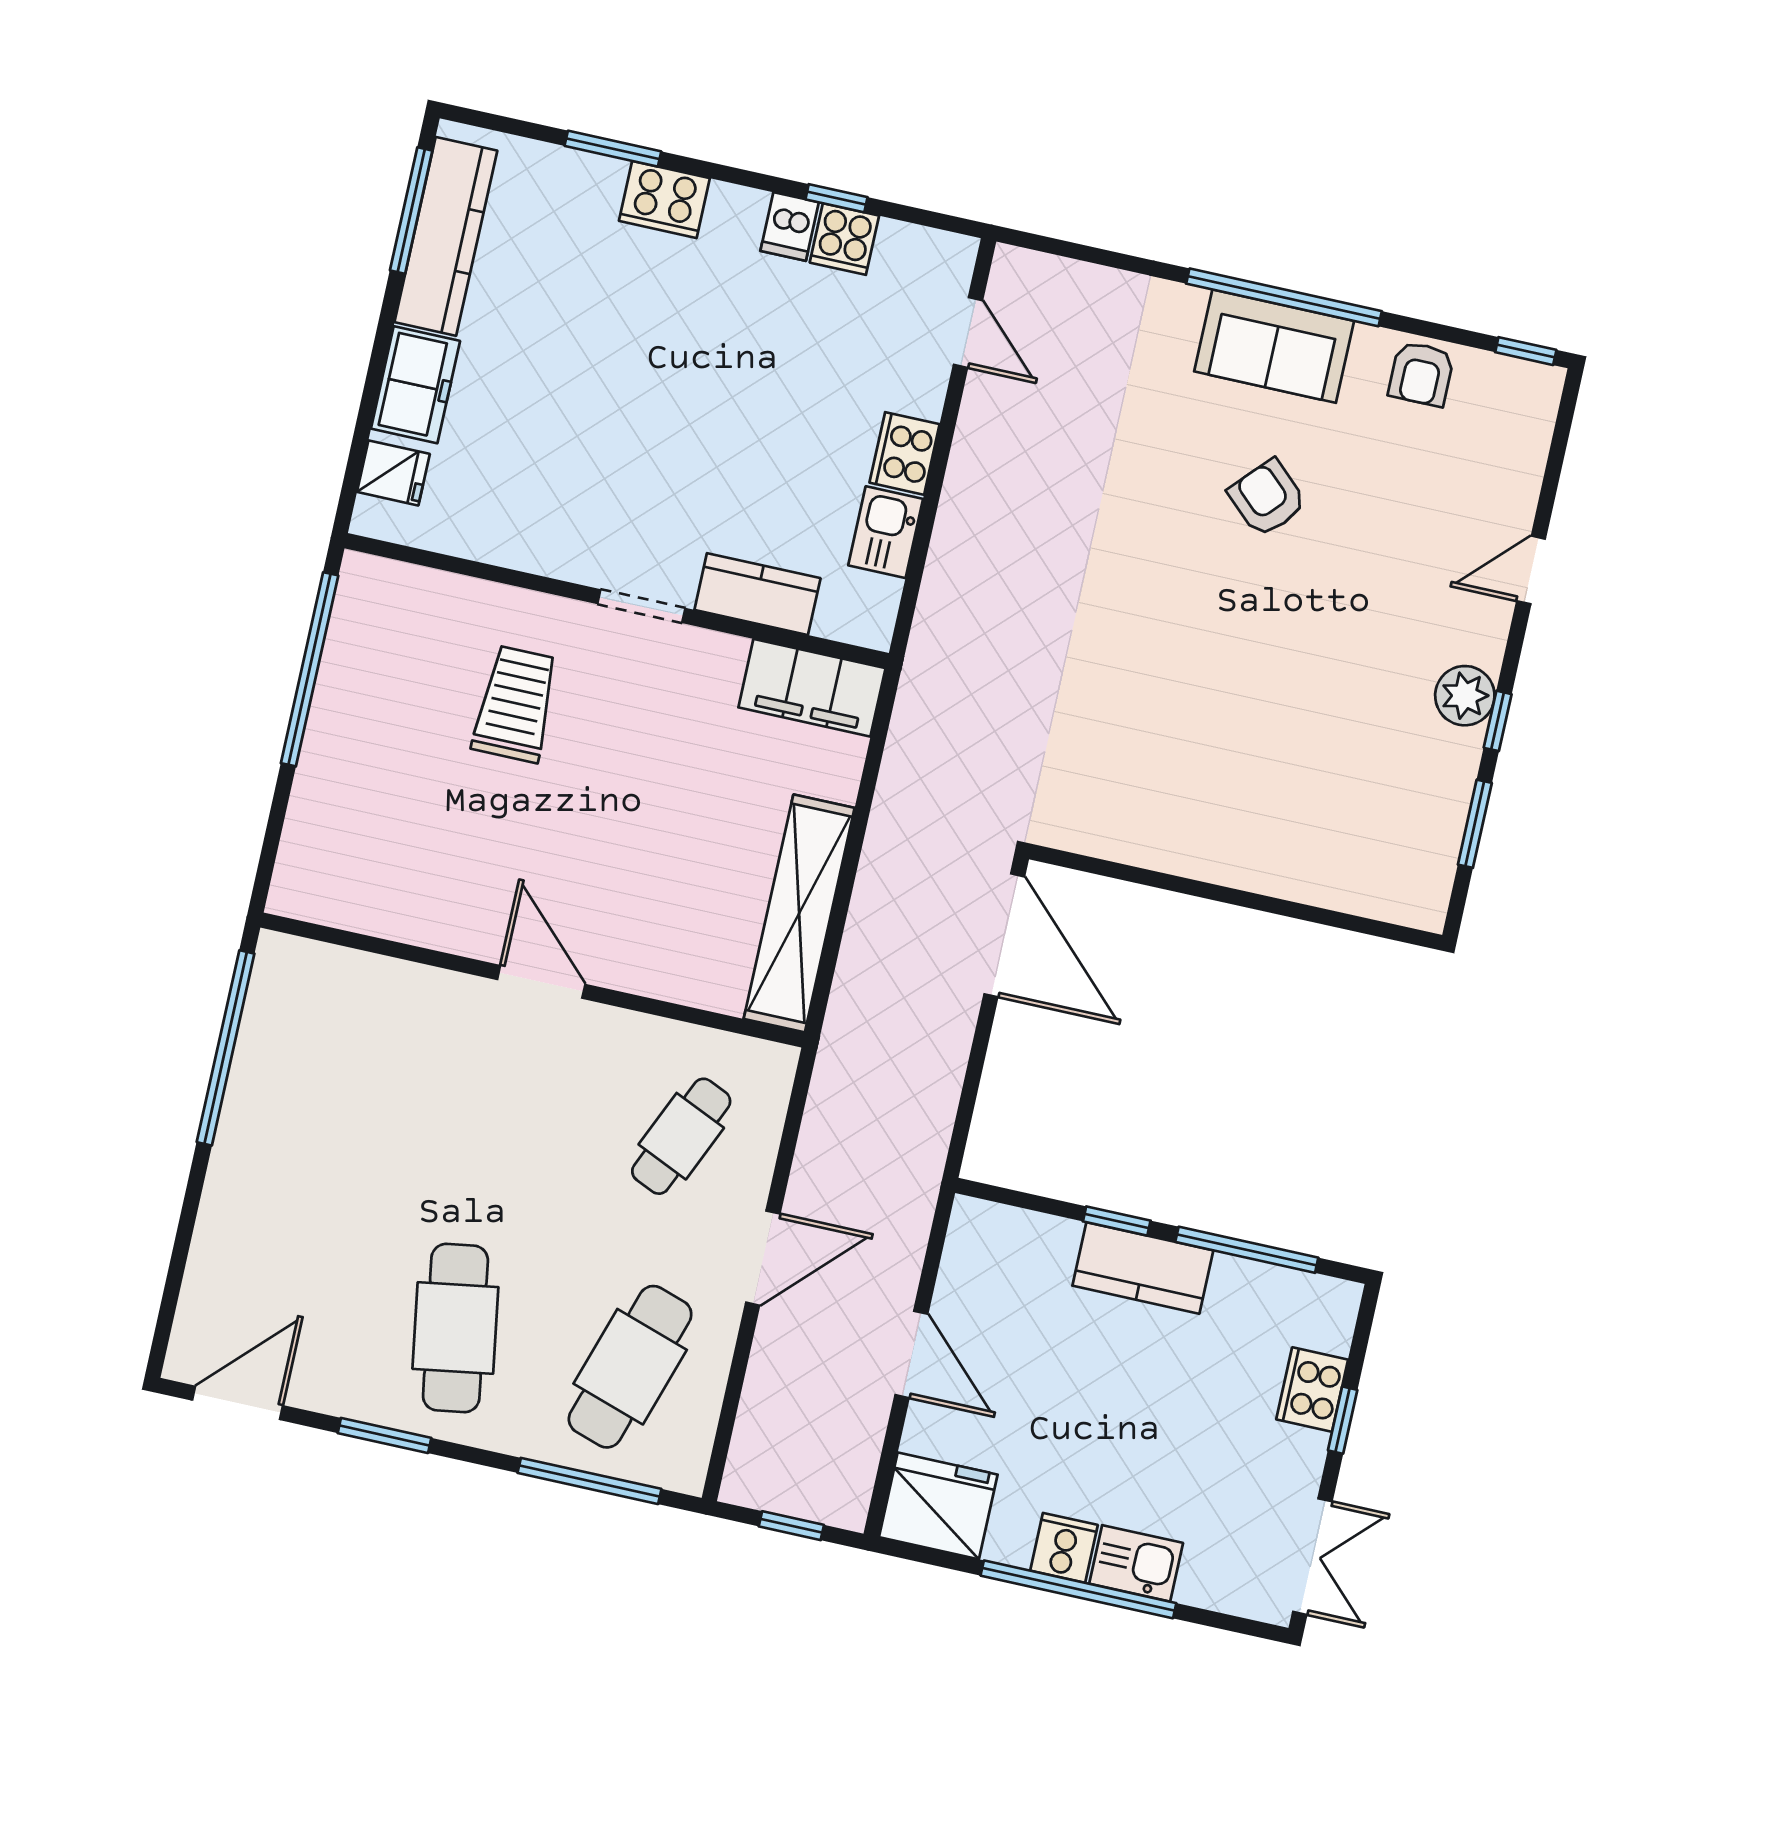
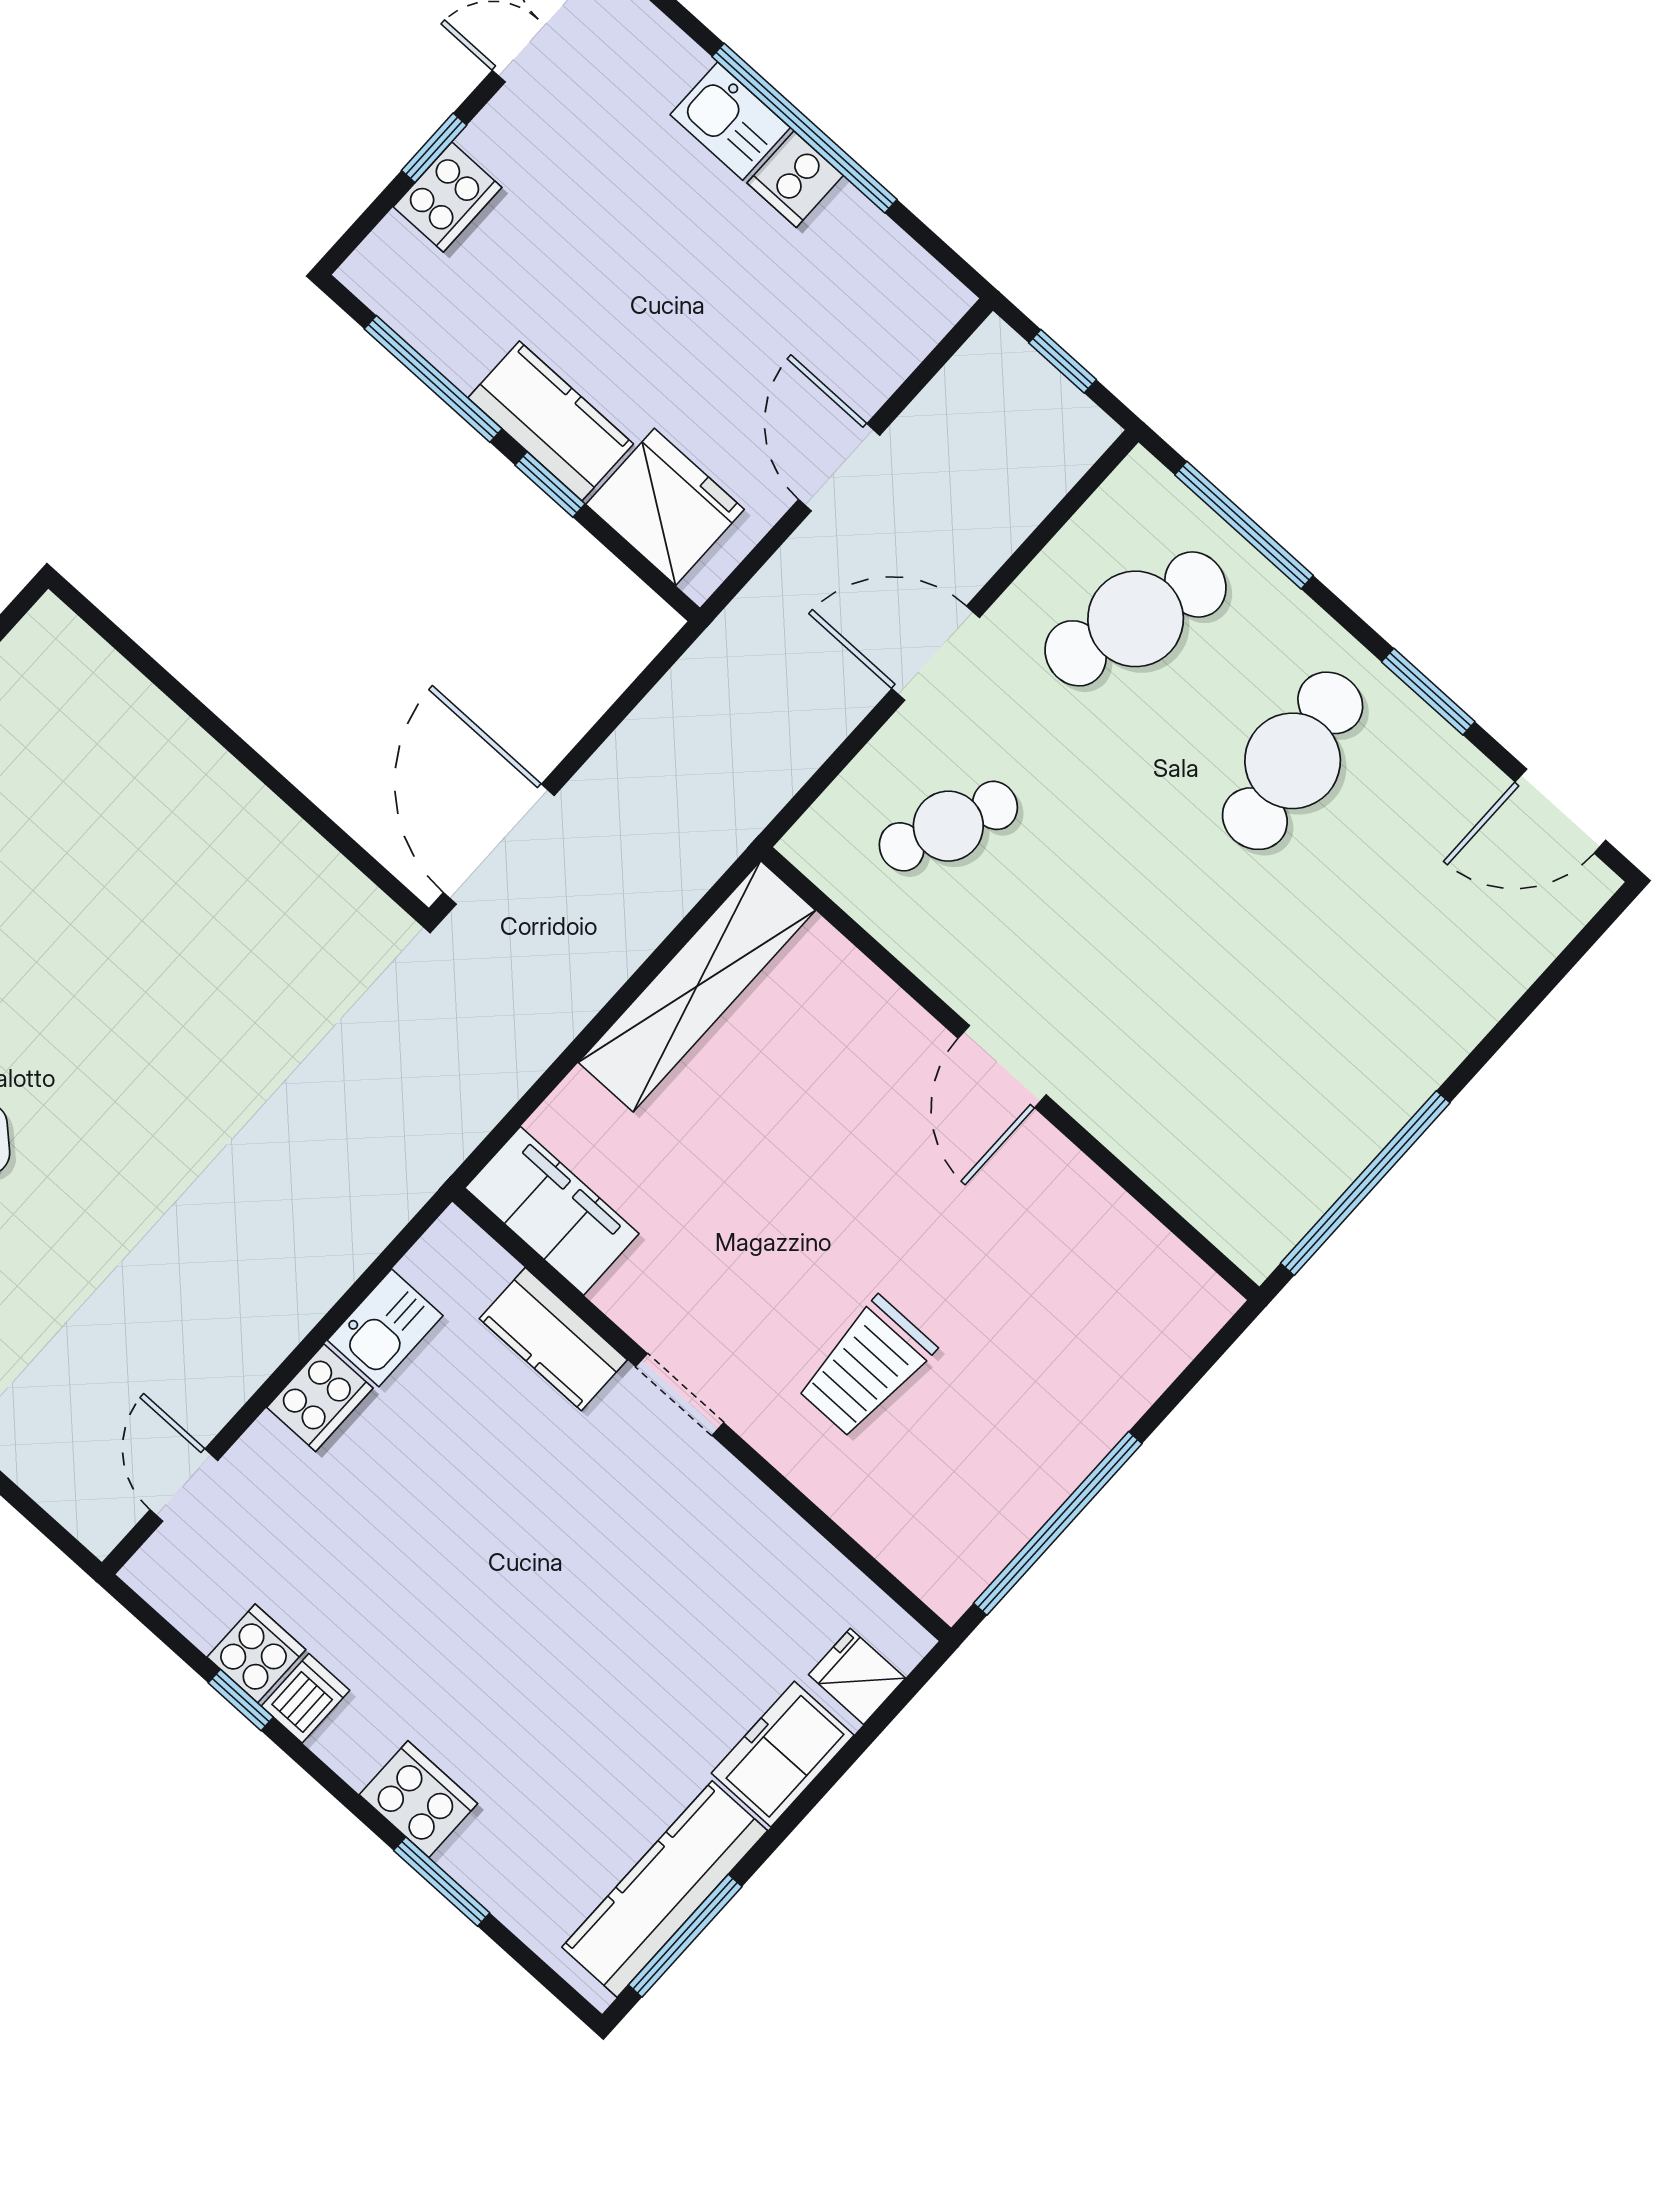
fridge: (938, 1506) -> (665, 507), moved, turned 180

